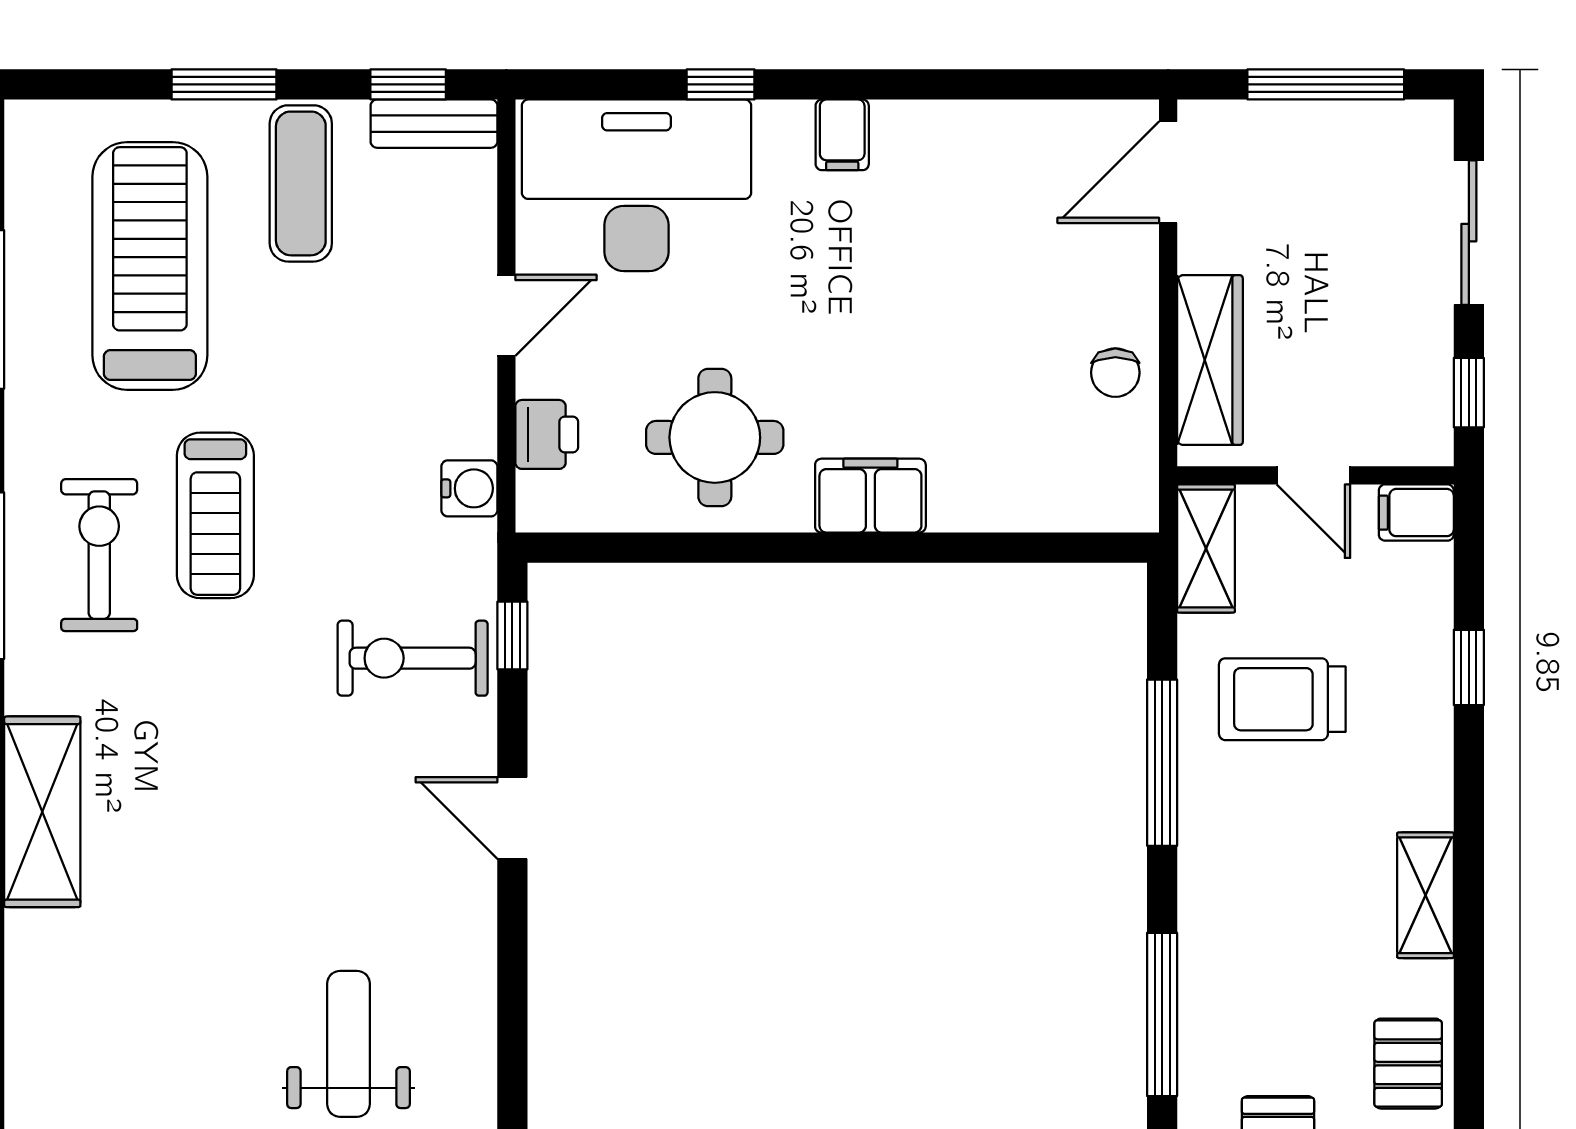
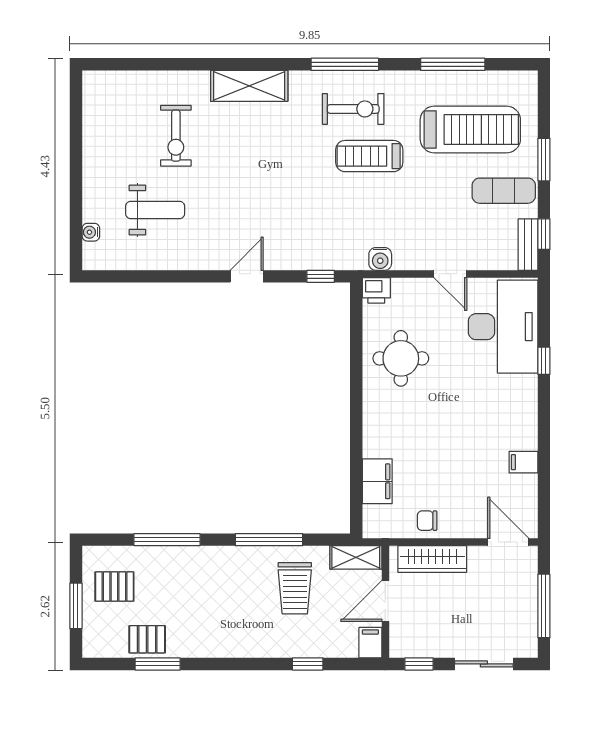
filing cabinet: (842, 135) -> (523, 462), moved
printer: (547, 434) -> (376, 290), moved
door: (1313, 475) -> (385, 601), width x1.38
filing cabinet: (870, 496) -> (377, 481), moved
exercise bike: (413, 658) -> (176, 136), moved, turned 180
trolley: (1282, 699) -> (295, 588), turned 180
shelving: (1426, 895) -> (215, 646), removed
window: (1469, 1038) -> (158, 664), added

